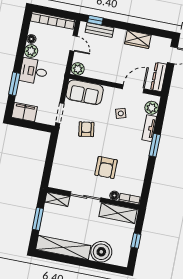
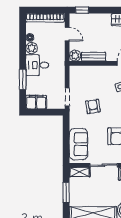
bench: (100, 30) -> (94, 57), moved
sofa: (85, 92) -> (78, 144), moved, turned -90

